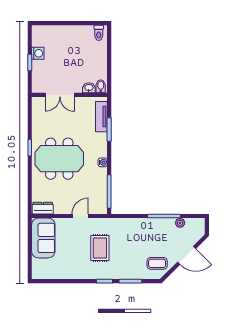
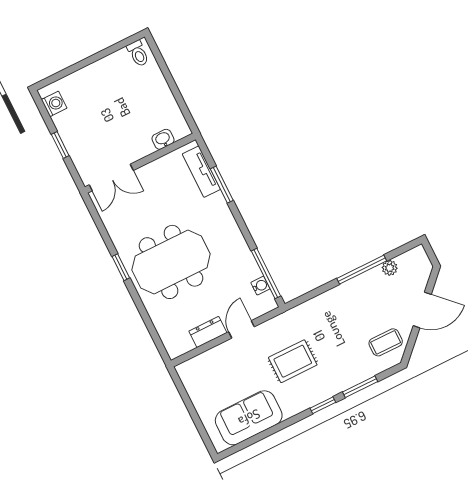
washing machine: (38, 53) -> (54, 104), moved
bidet: (101, 86) -> (179, 129), removed
double door: (60, 95) -> (111, 178), moved
water cooler: (103, 162) -> (260, 286), moved
dresser: (43, 208) -> (208, 332), moved
sofa: (43, 238) -> (249, 418), moved, turned -90
rug: (100, 248) -> (293, 361), turned 90

